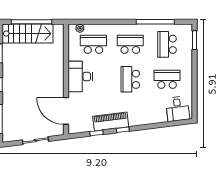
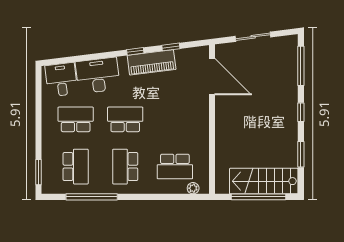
school desk: (130, 44) -> (125, 167), turned 90
desk: (80, 76) -> (98, 75), moved, turned -97
school desk: (130, 79) -> (125, 119), turned -90
school desk: (167, 79) -> (76, 119), turned 180

